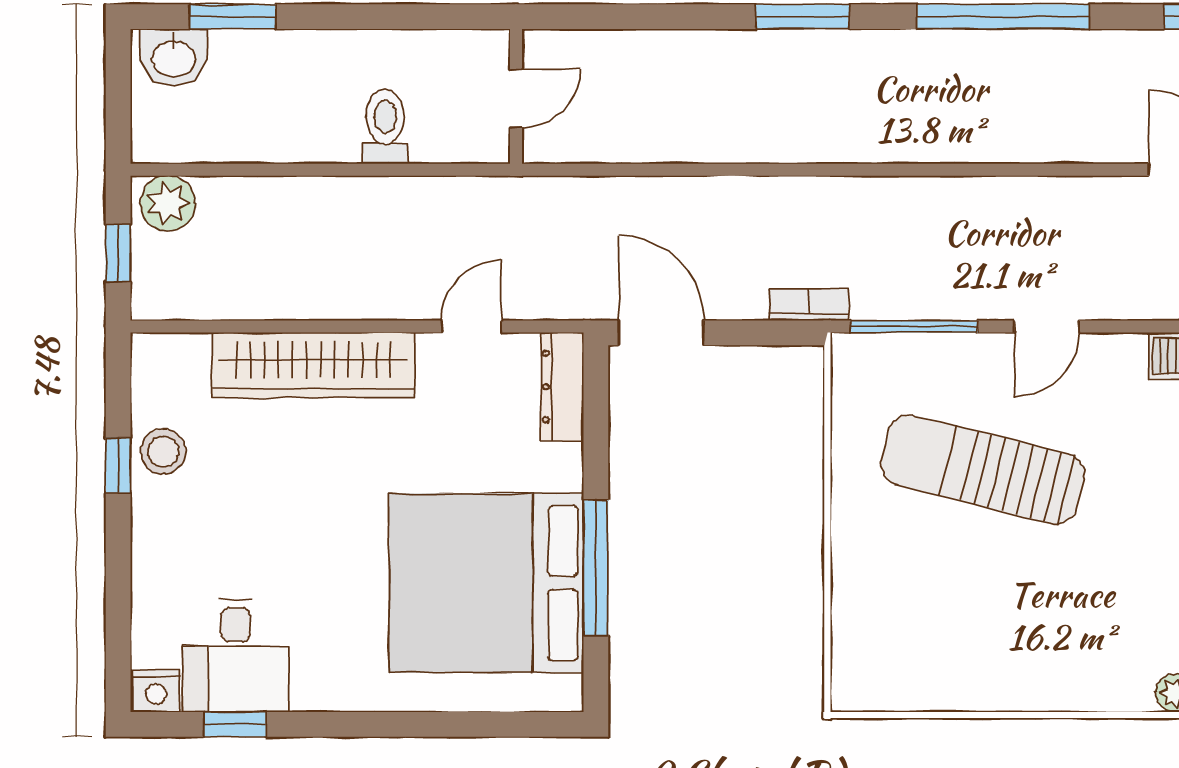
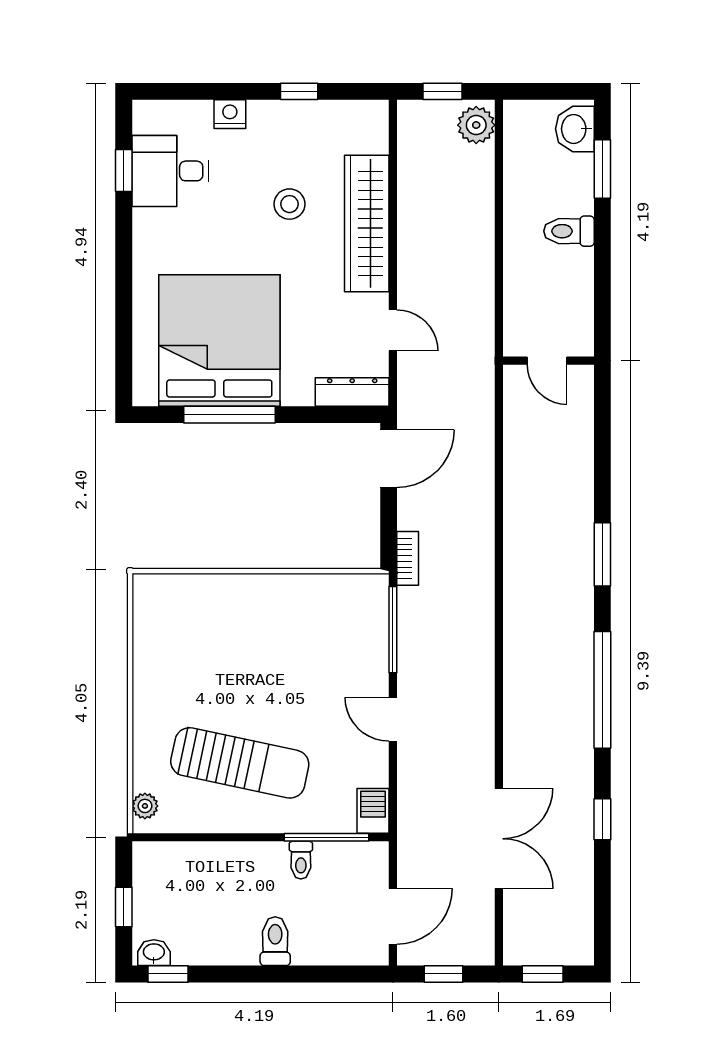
toilet: (385, 127) -> (569, 231), moved, turned 180
stool: (163, 452) -> (289, 204), moved
sun lounger: (983, 469) -> (240, 763), moved, turned 88
nightstand: (156, 691) -> (230, 114), moved, turned 90

